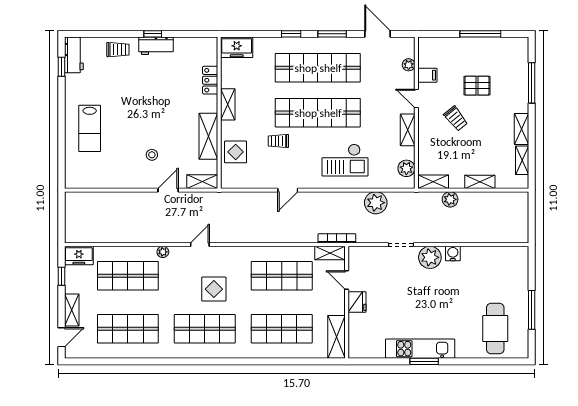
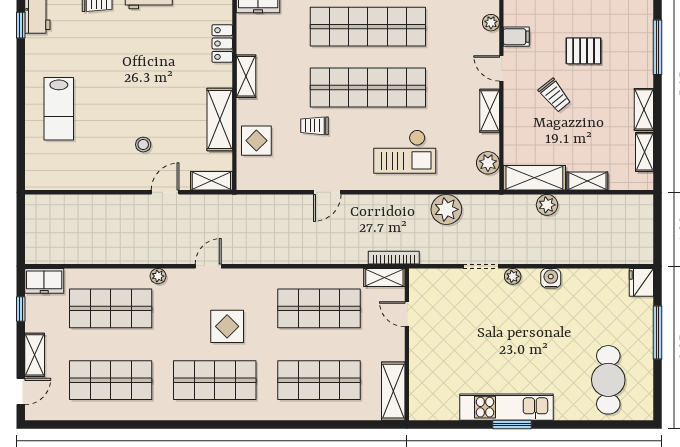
shelving: (433, 182) -> (534, 178), width x1.50, depth x1.33
plant: (430, 257) -> (513, 276), width x0.53, depth x0.53
fridge: (357, 302) -> (641, 282), moved, turned 180
window: (532, 310) -> (658, 332), moved

